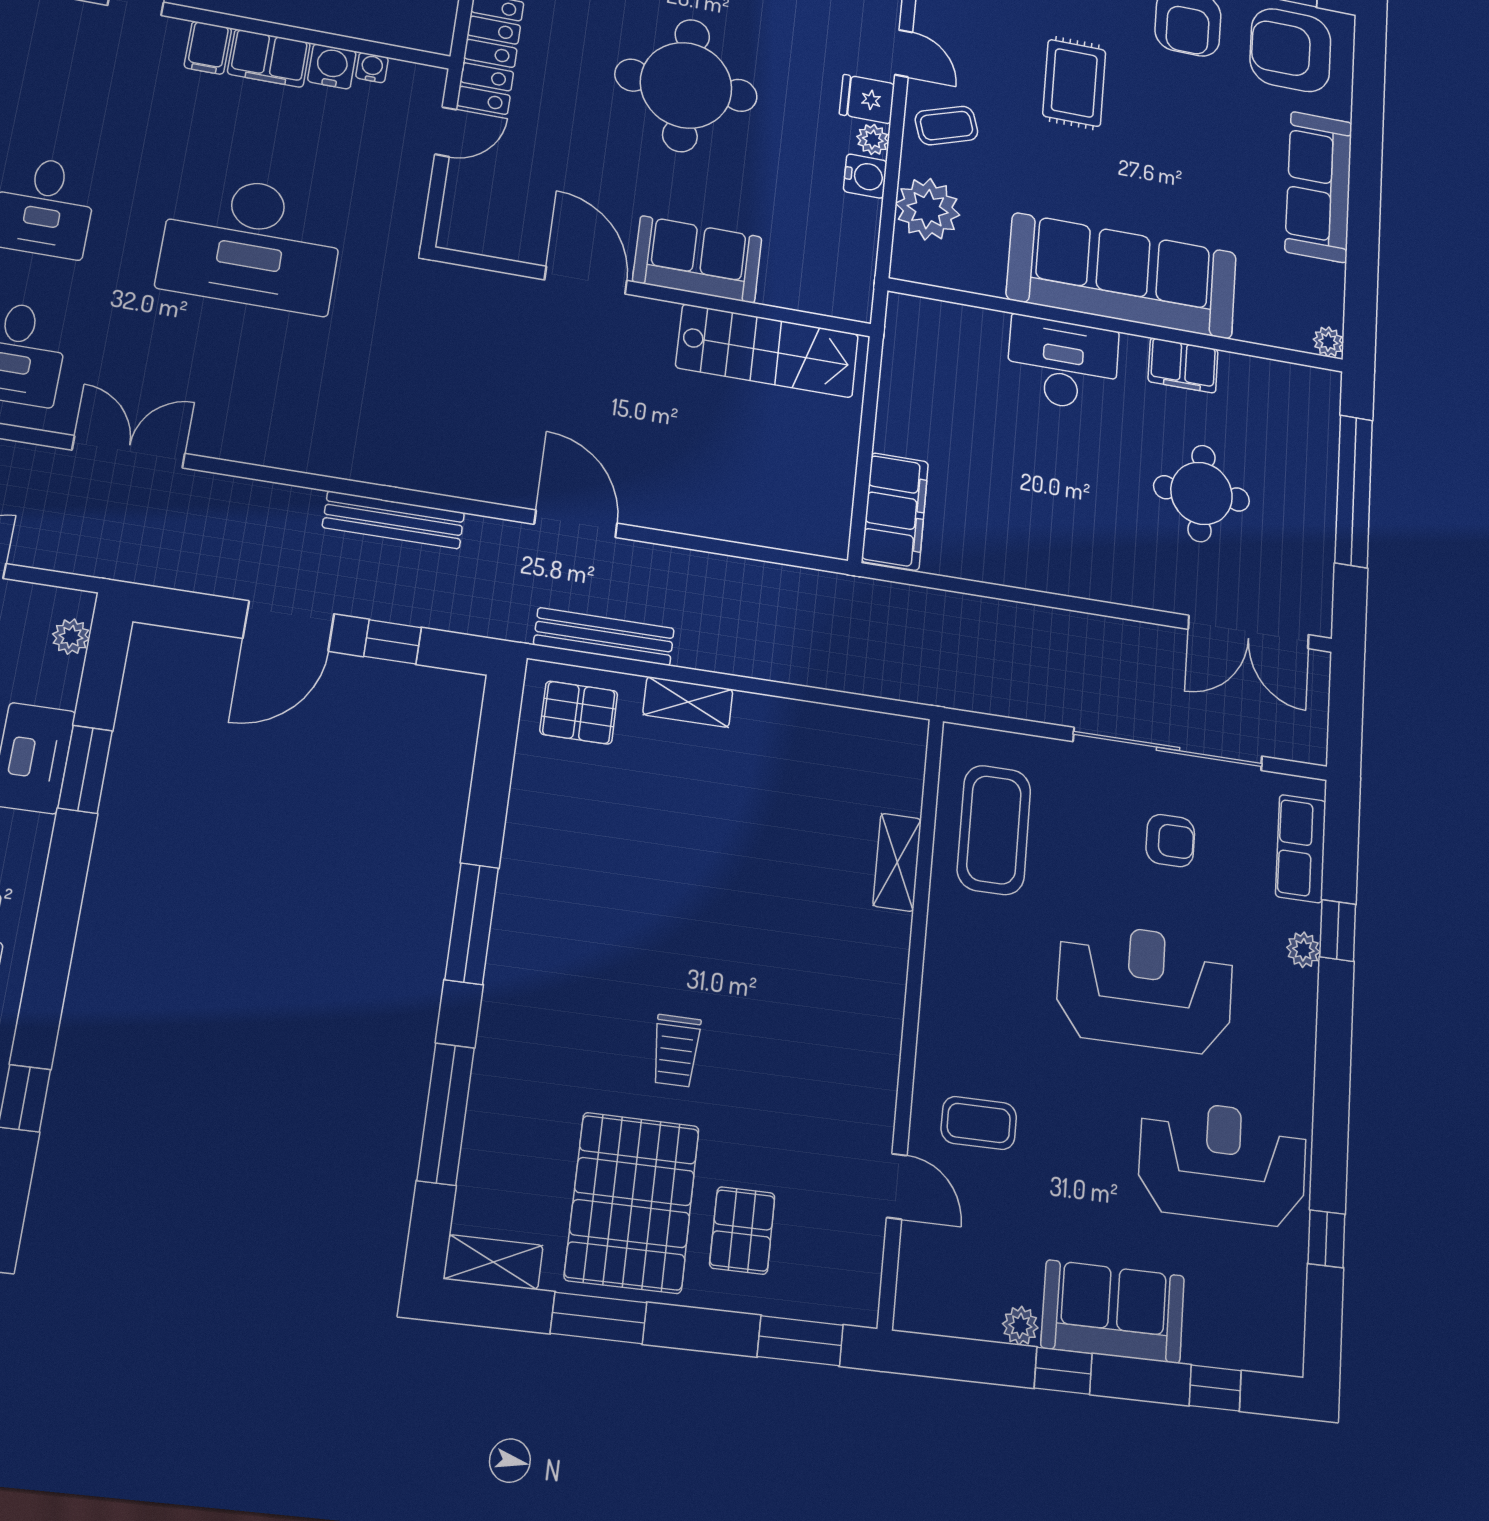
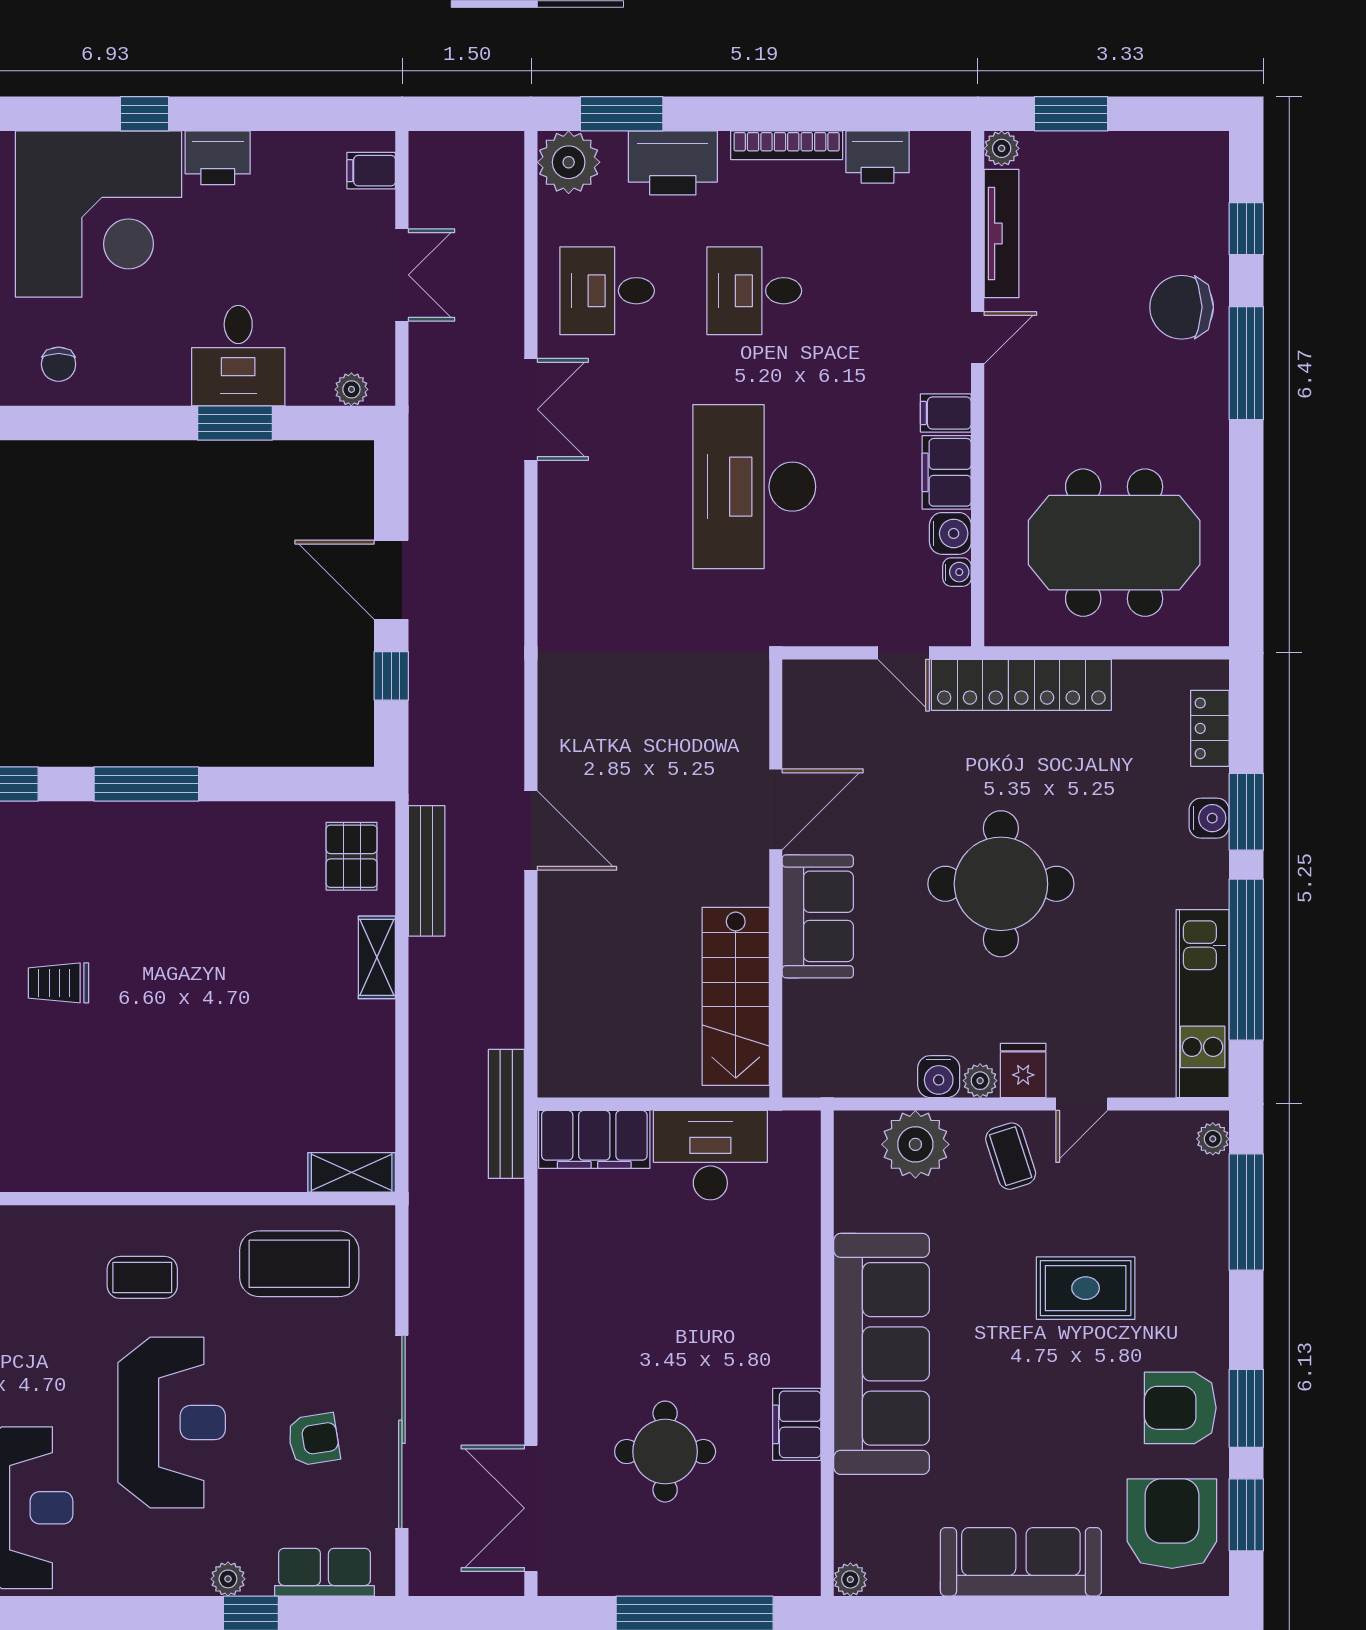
desk: (1063, 364) -> (710, 1155), moved, turned -90
bench: (394, 520) -> (506, 1114), moved
door: (576, 524) -> (531, 831), hinge flipped
armchair: (1170, 841) -> (314, 1439), turned -99
shelving: (897, 862) -> (352, 1172), moved
coffee table: (979, 1123) -> (142, 1277), moved, turned 90

